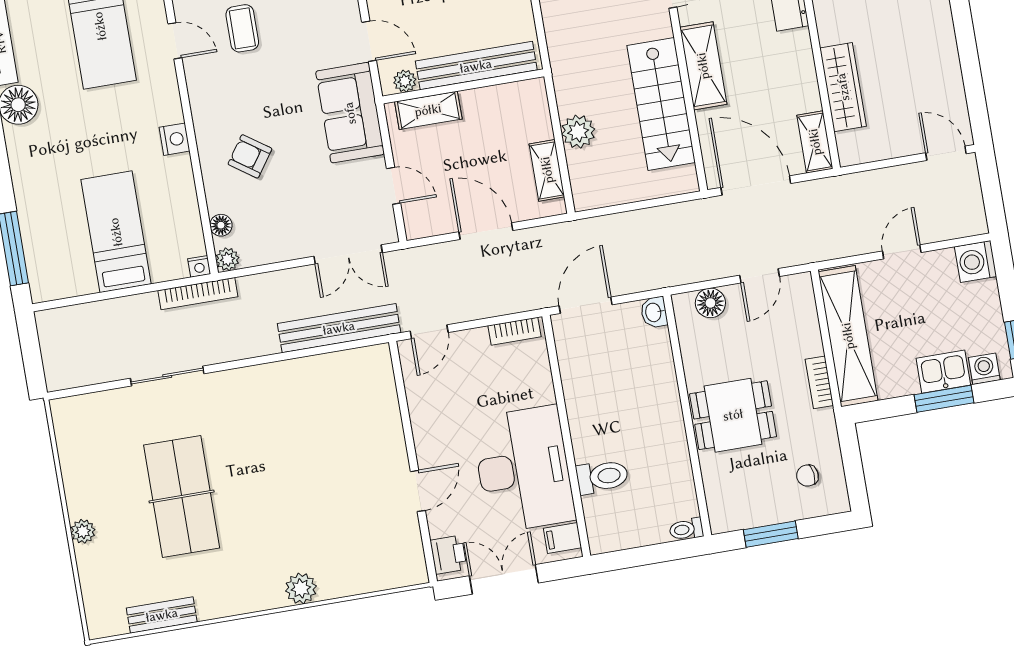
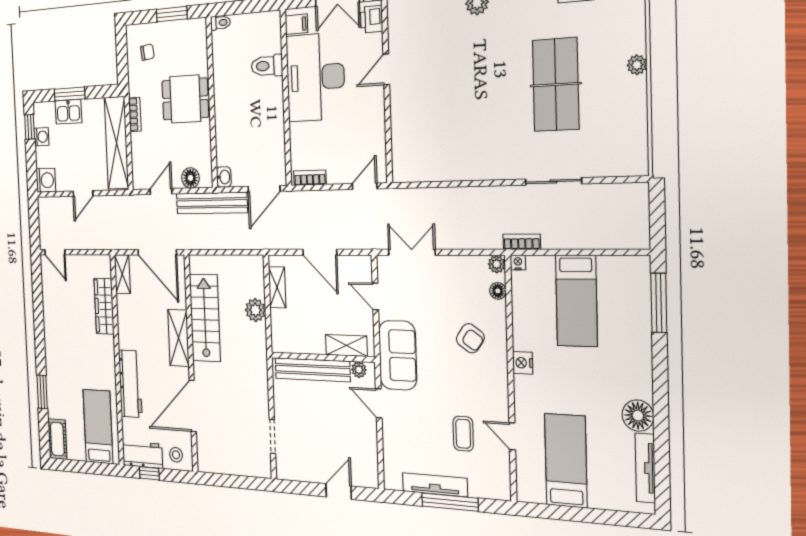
bookcase: (198, 294) -> (522, 242), width x0.64
bench: (339, 328) -> (212, 203), moved
washing machine: (984, 369) -> (42, 137), moved, turned -90

